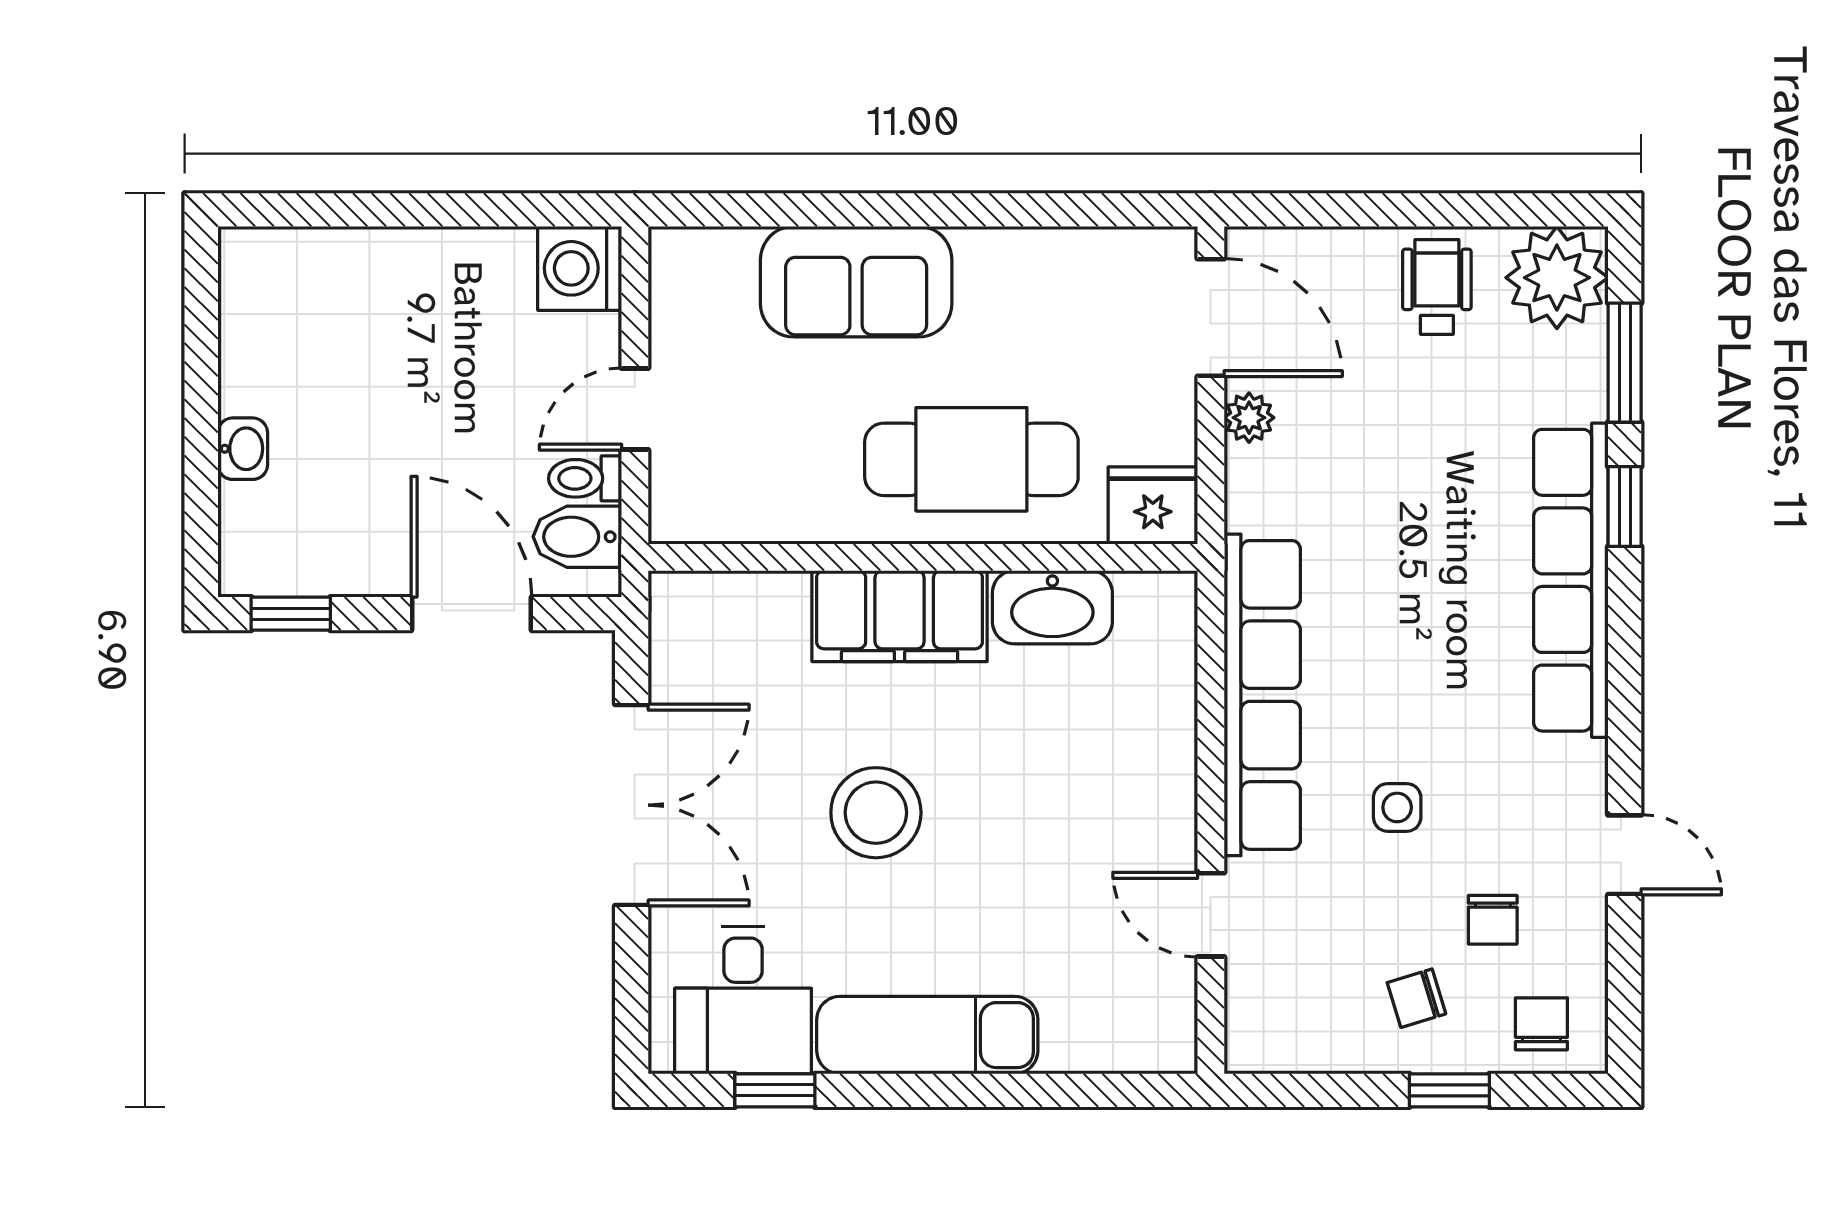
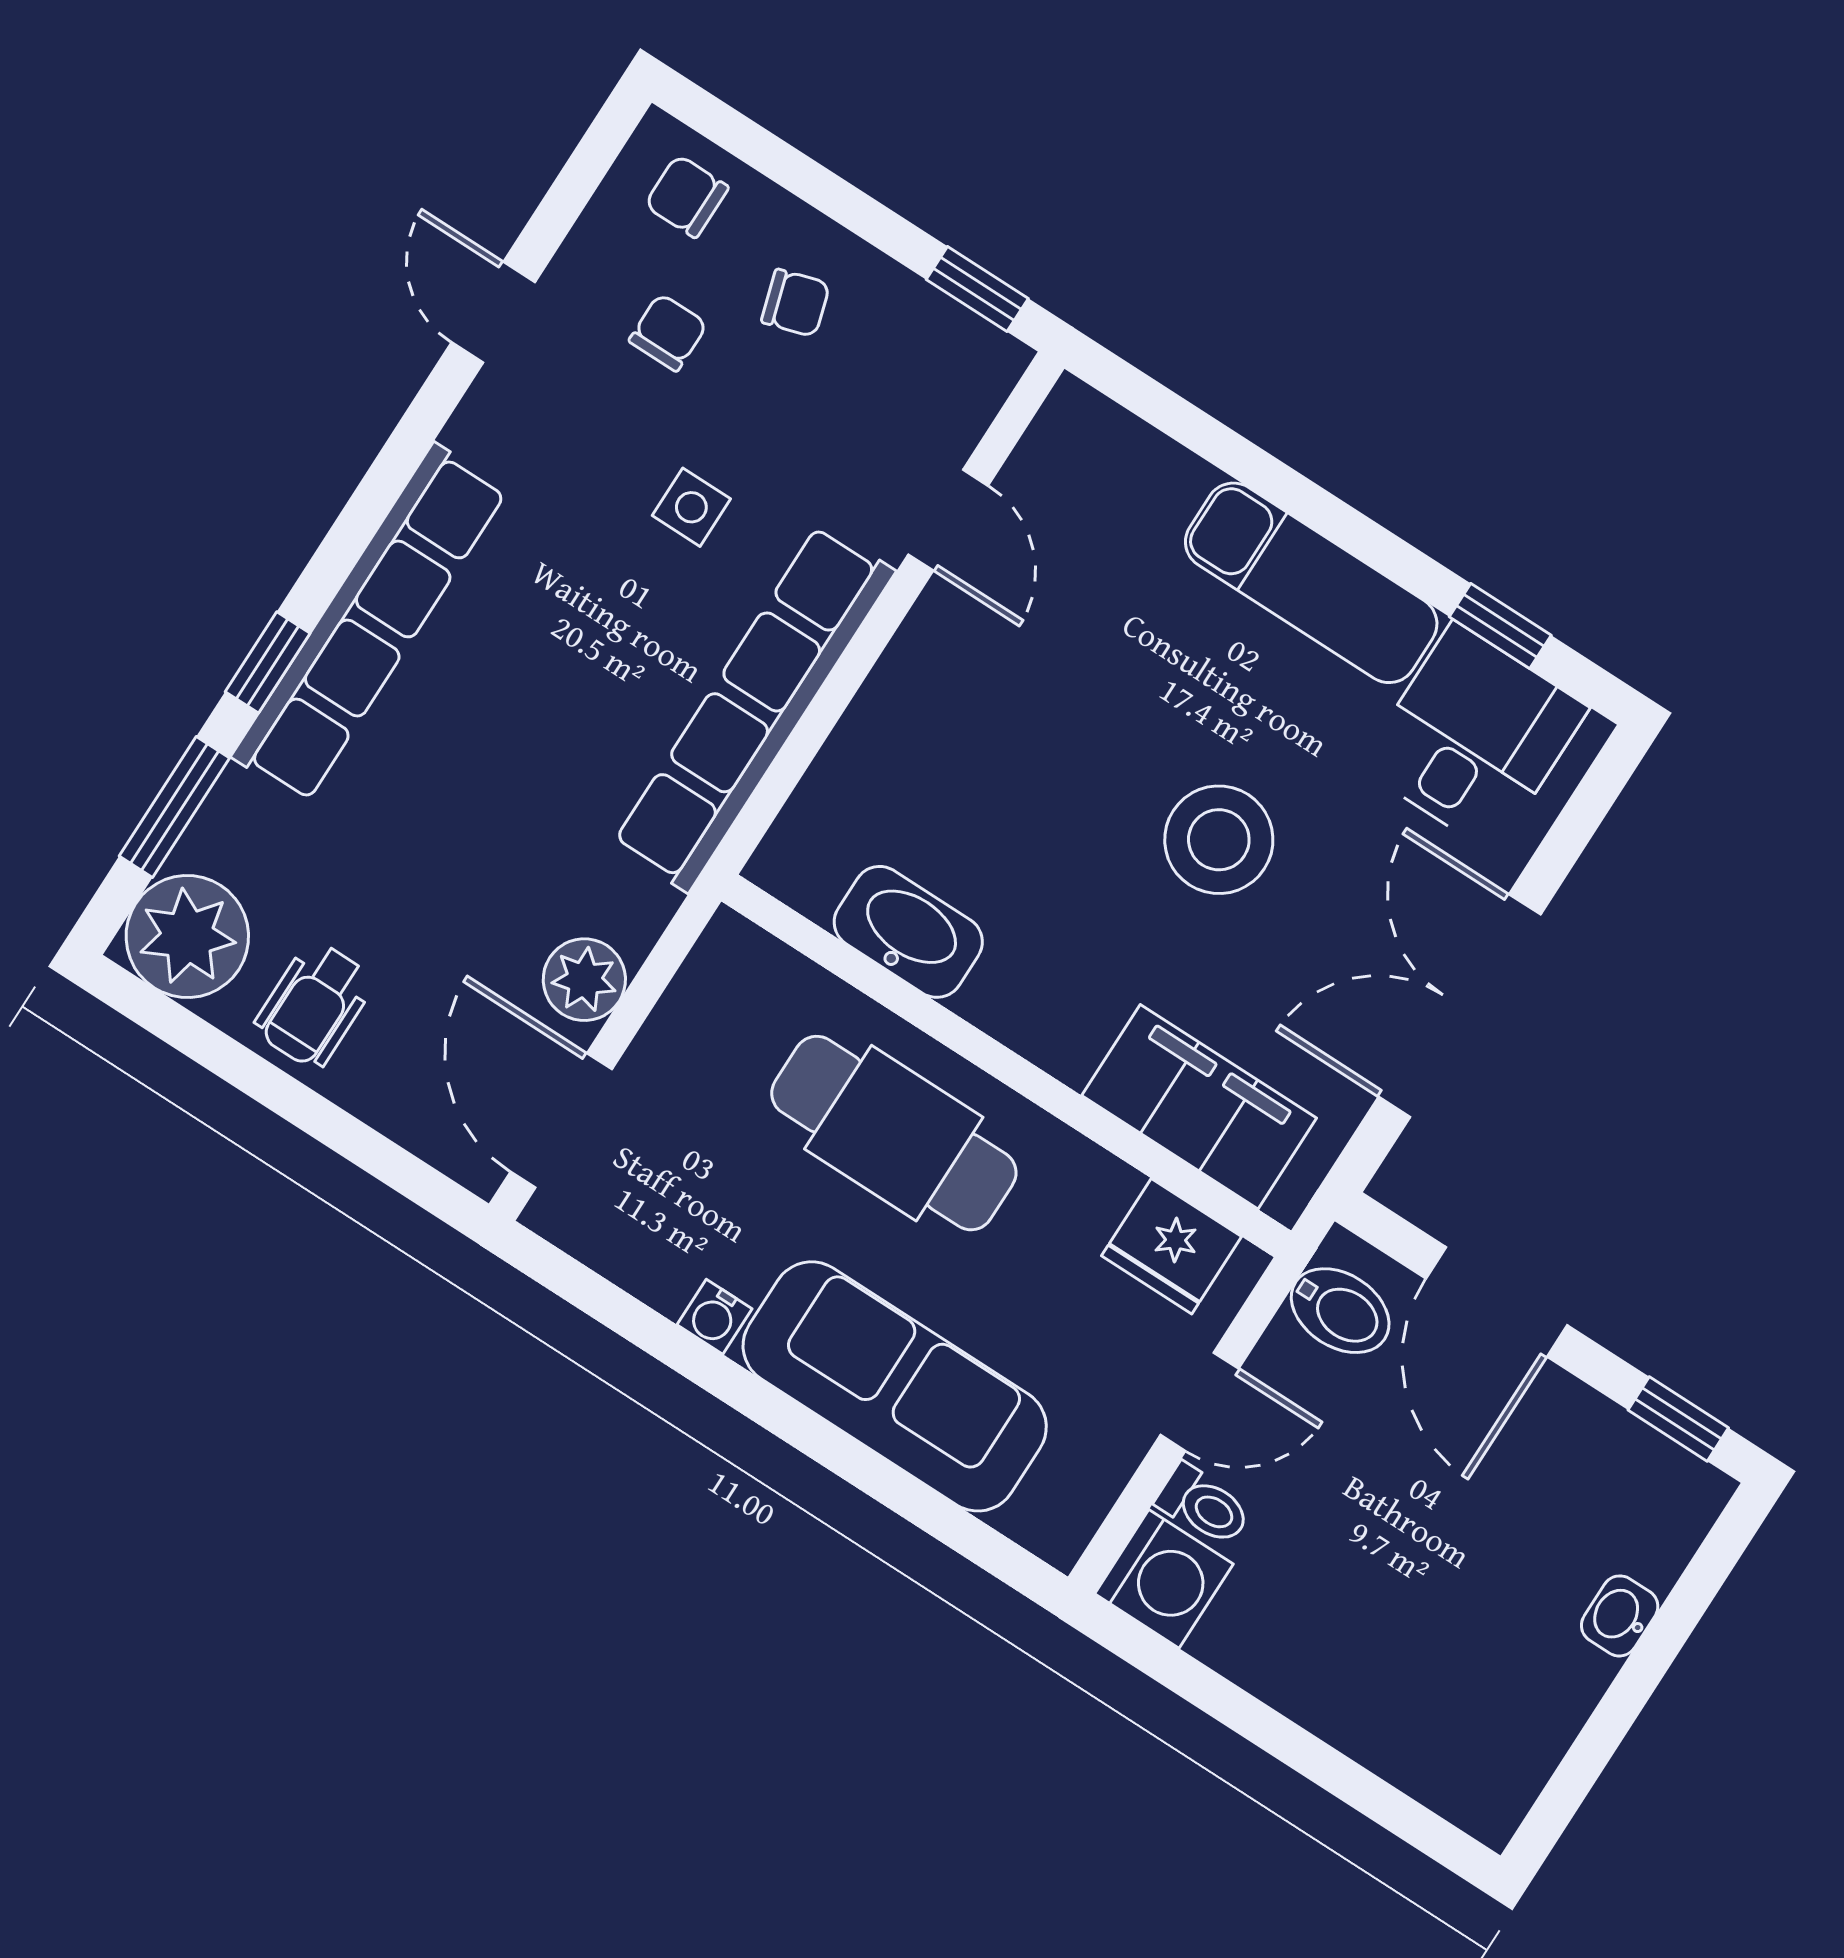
water cooler: (1014, 249) -> (715, 1317), added
sofa: (856, 282) -> (895, 1386), width x1.36
plant: (1249, 418) -> (584, 980), width x1.38, depth x1.38
toilet: (585, 478) -> (1204, 1505), moved
fridge: (1153, 506) -> (1171, 1246), moved
filing cabinet: (900, 616) -> (1199, 1107), moved
chair: (1541, 1024) -> (686, 196), turned 90
window: (1449, 1090) -> (977, 289), moved

